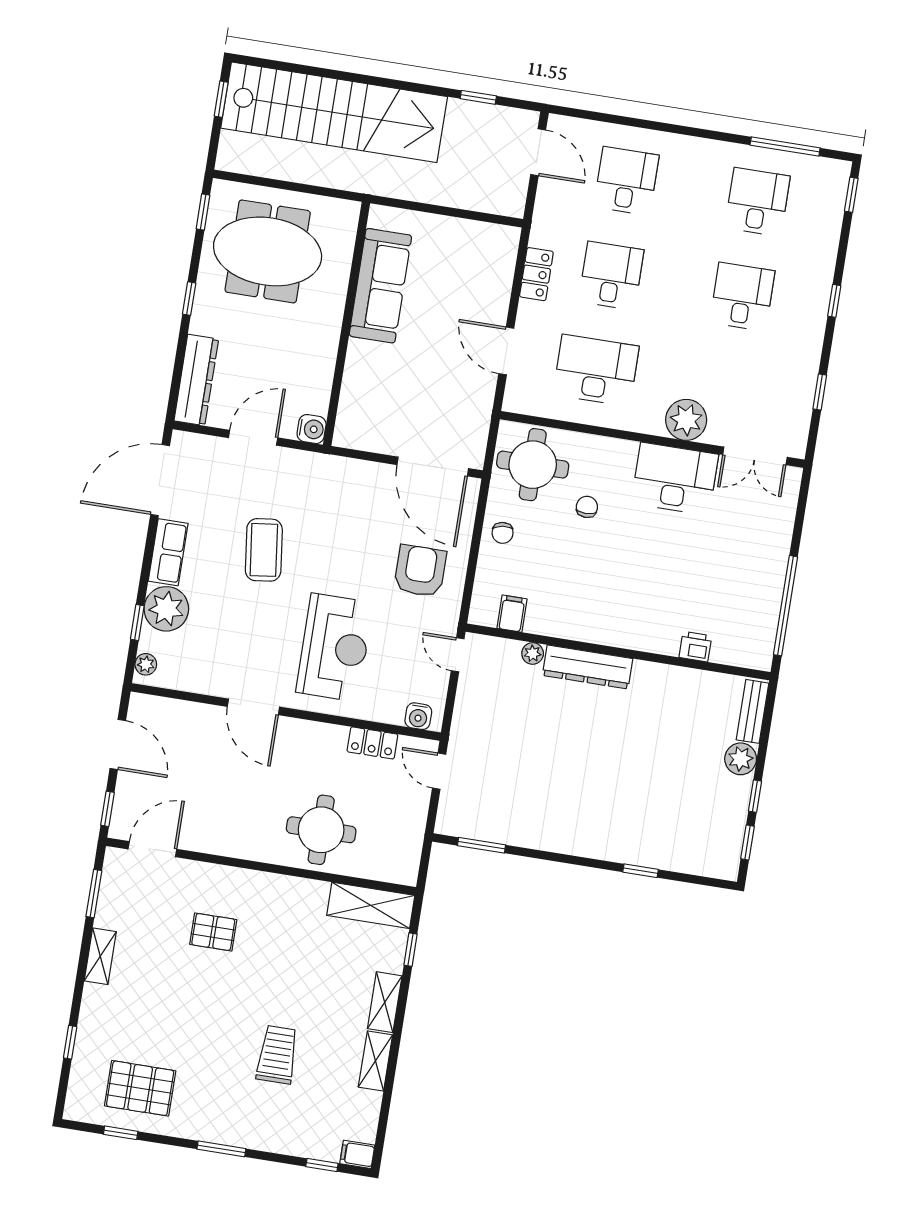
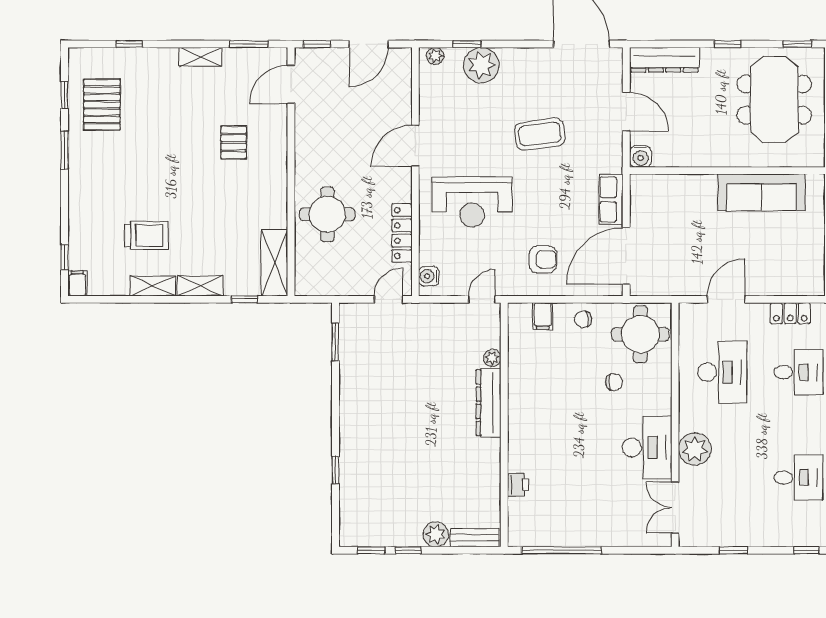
row of seats: (168, 552) -> (611, 199), moved, turned 90
armchair: (420, 571) -> (543, 259), width x0.72, depth x0.72
filing cabinet: (512, 614) -> (543, 316), moved, turned 90
locker: (372, 743) -> (402, 233), width x1.53
door: (152, 849) -> (291, 84), swing flipped
trolley: (277, 1055) -> (146, 236), moved
window: (221, 1149) -> (65, 150), moved

